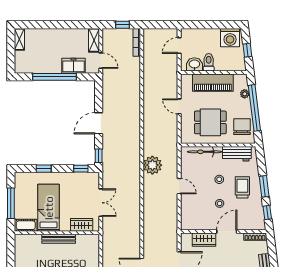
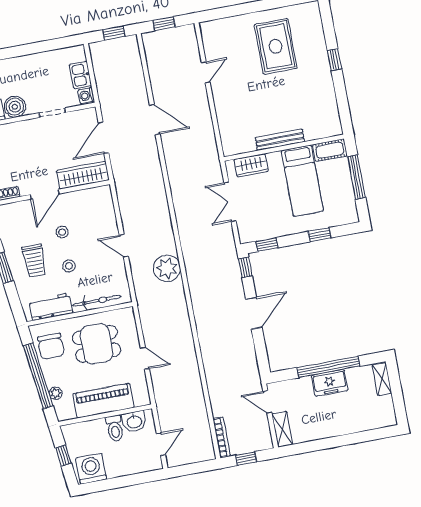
shelving: (19, 39) -> (382, 379), moved
freezer: (73, 66) -> (330, 383), moved
wardrobe: (204, 240) -> (83, 175), width x1.50

